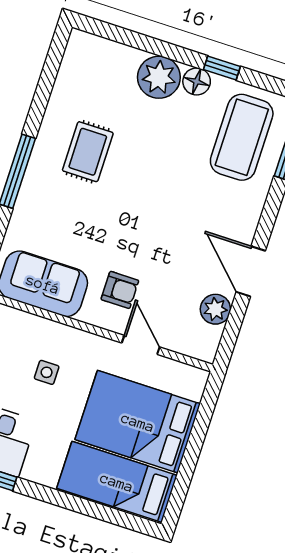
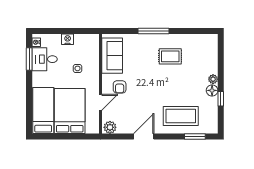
plant: (159, 77) -> (213, 79), width x0.53, depth x0.53
coffee table: (242, 137) -> (181, 116), moved
plant: (215, 309) -> (110, 127), moved

